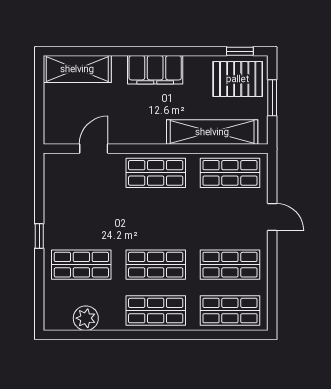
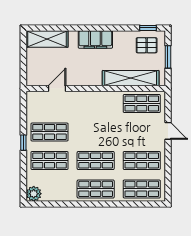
pallet: (238, 79) -> (147, 45), width x0.67, depth x0.71
shop shelf: (156, 173) -> (50, 132), moved
plant: (86, 318) -> (34, 194), moved

